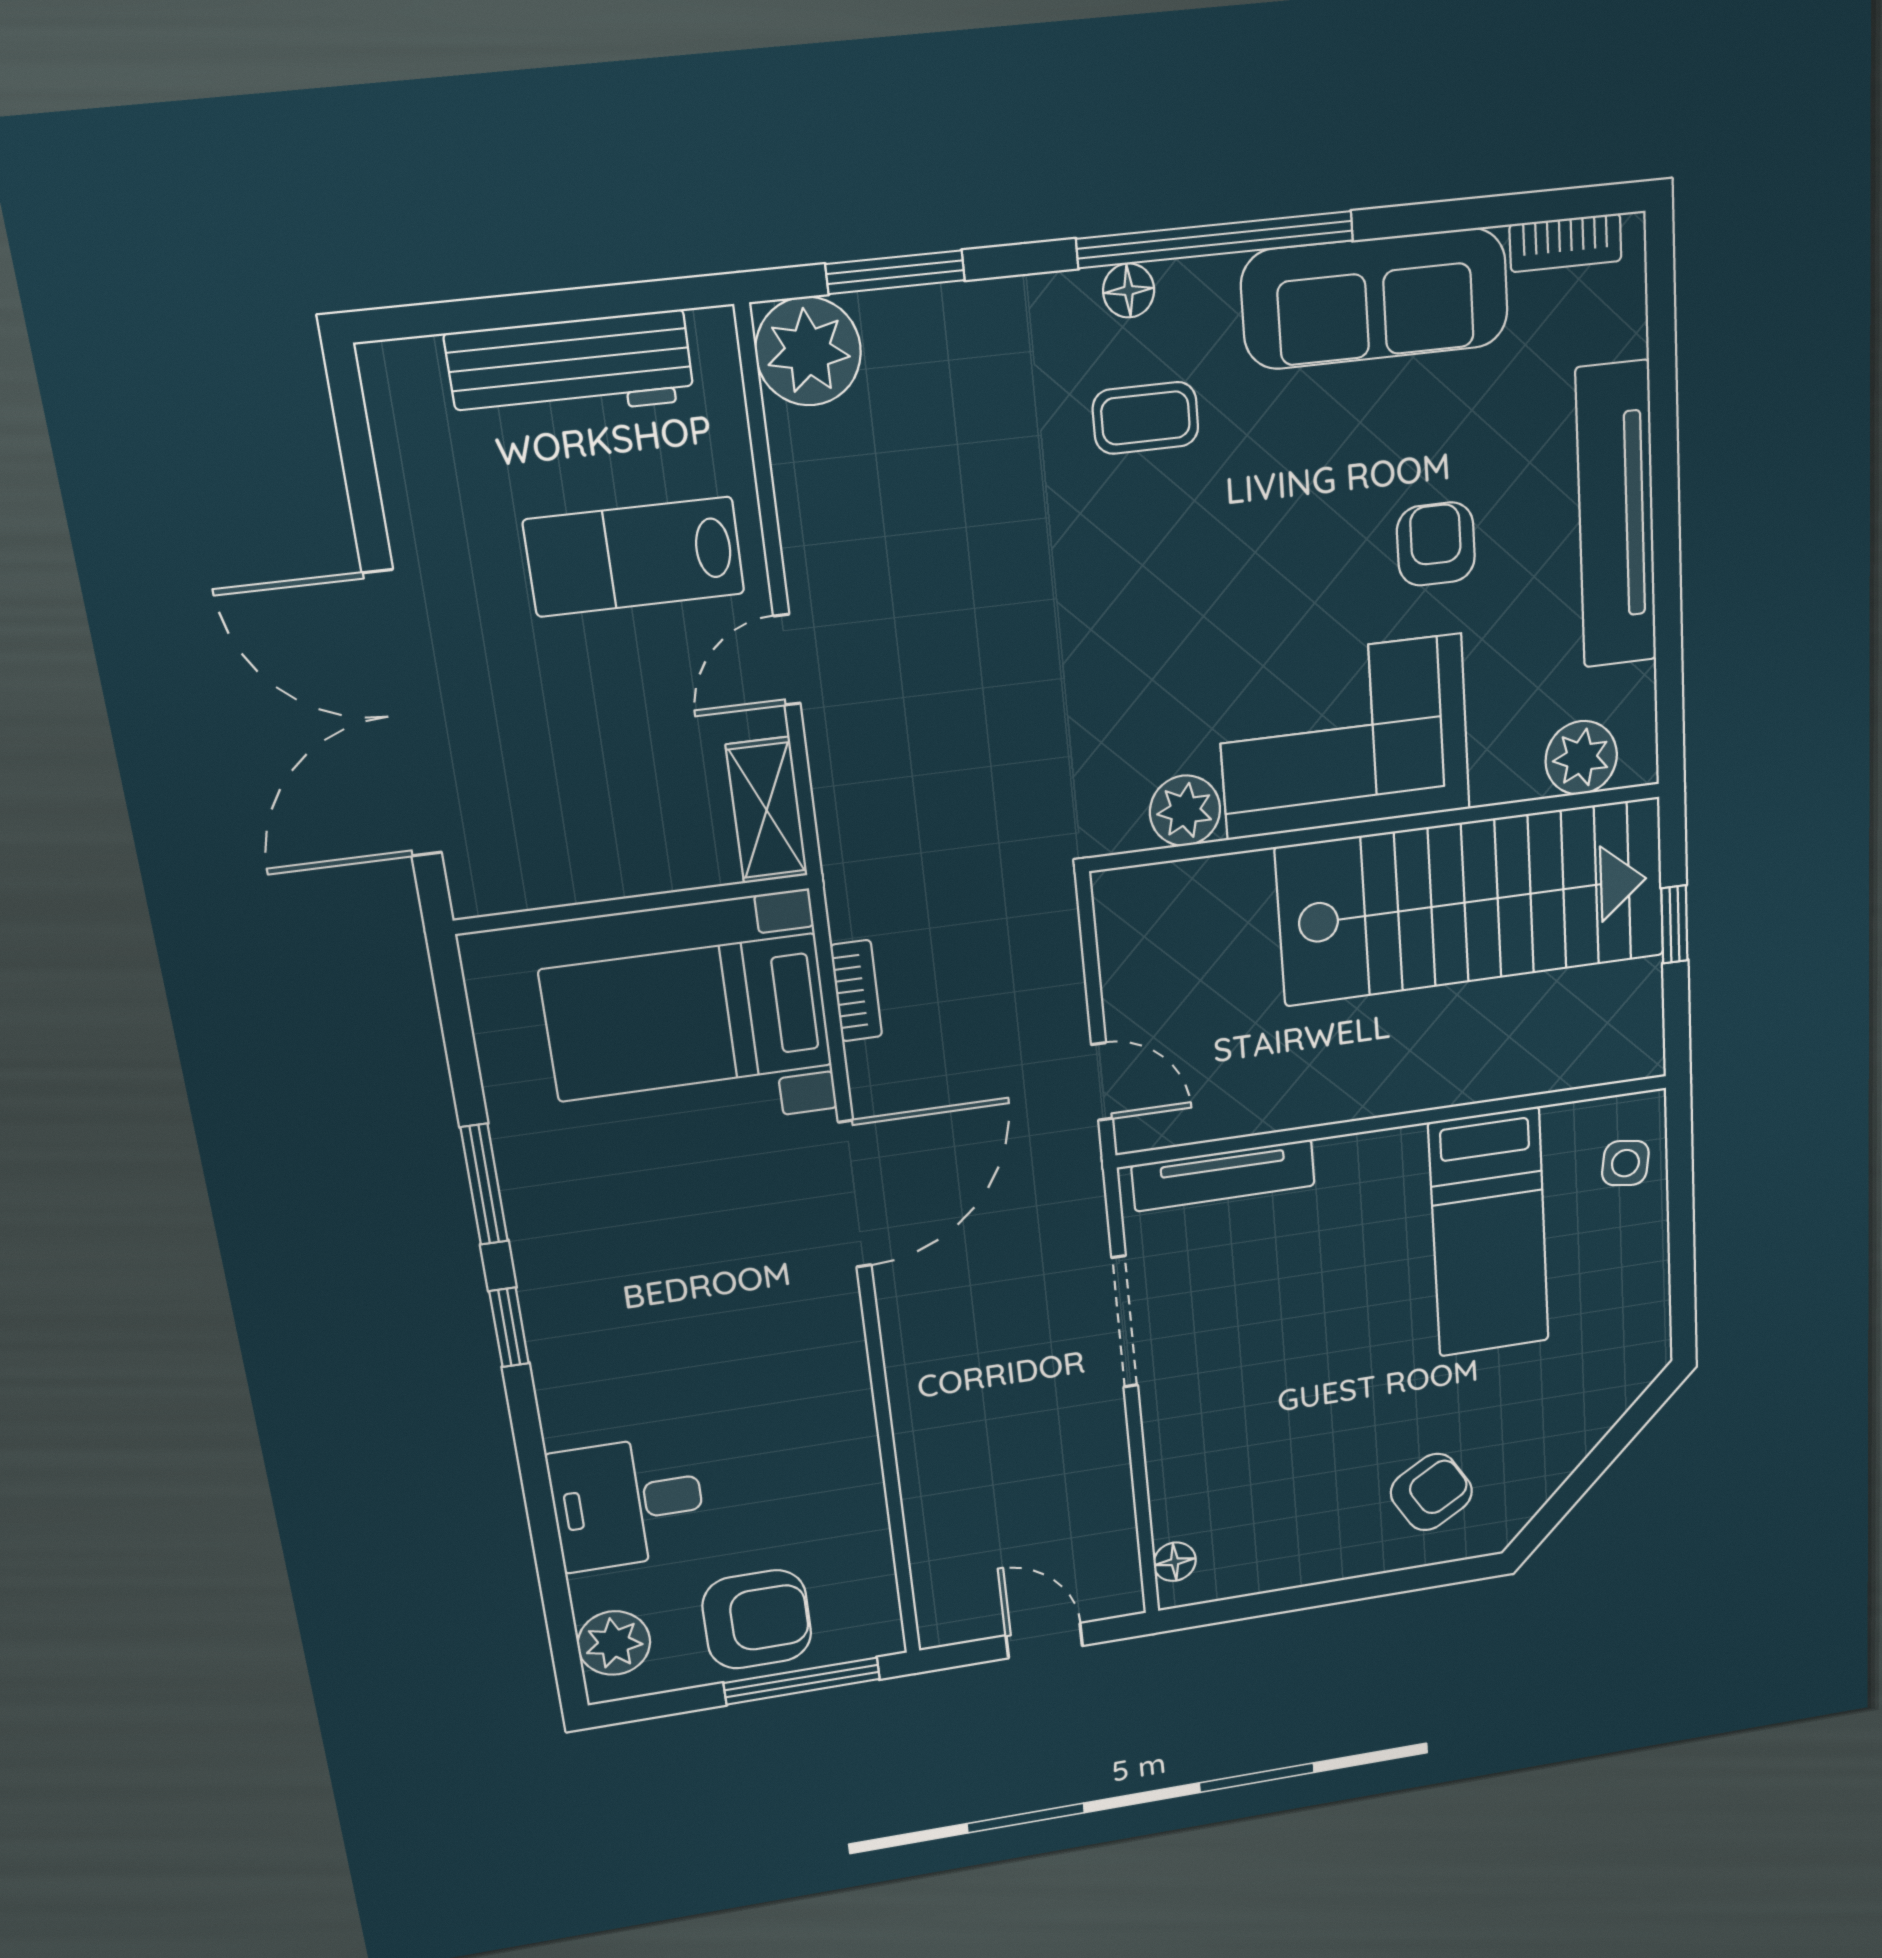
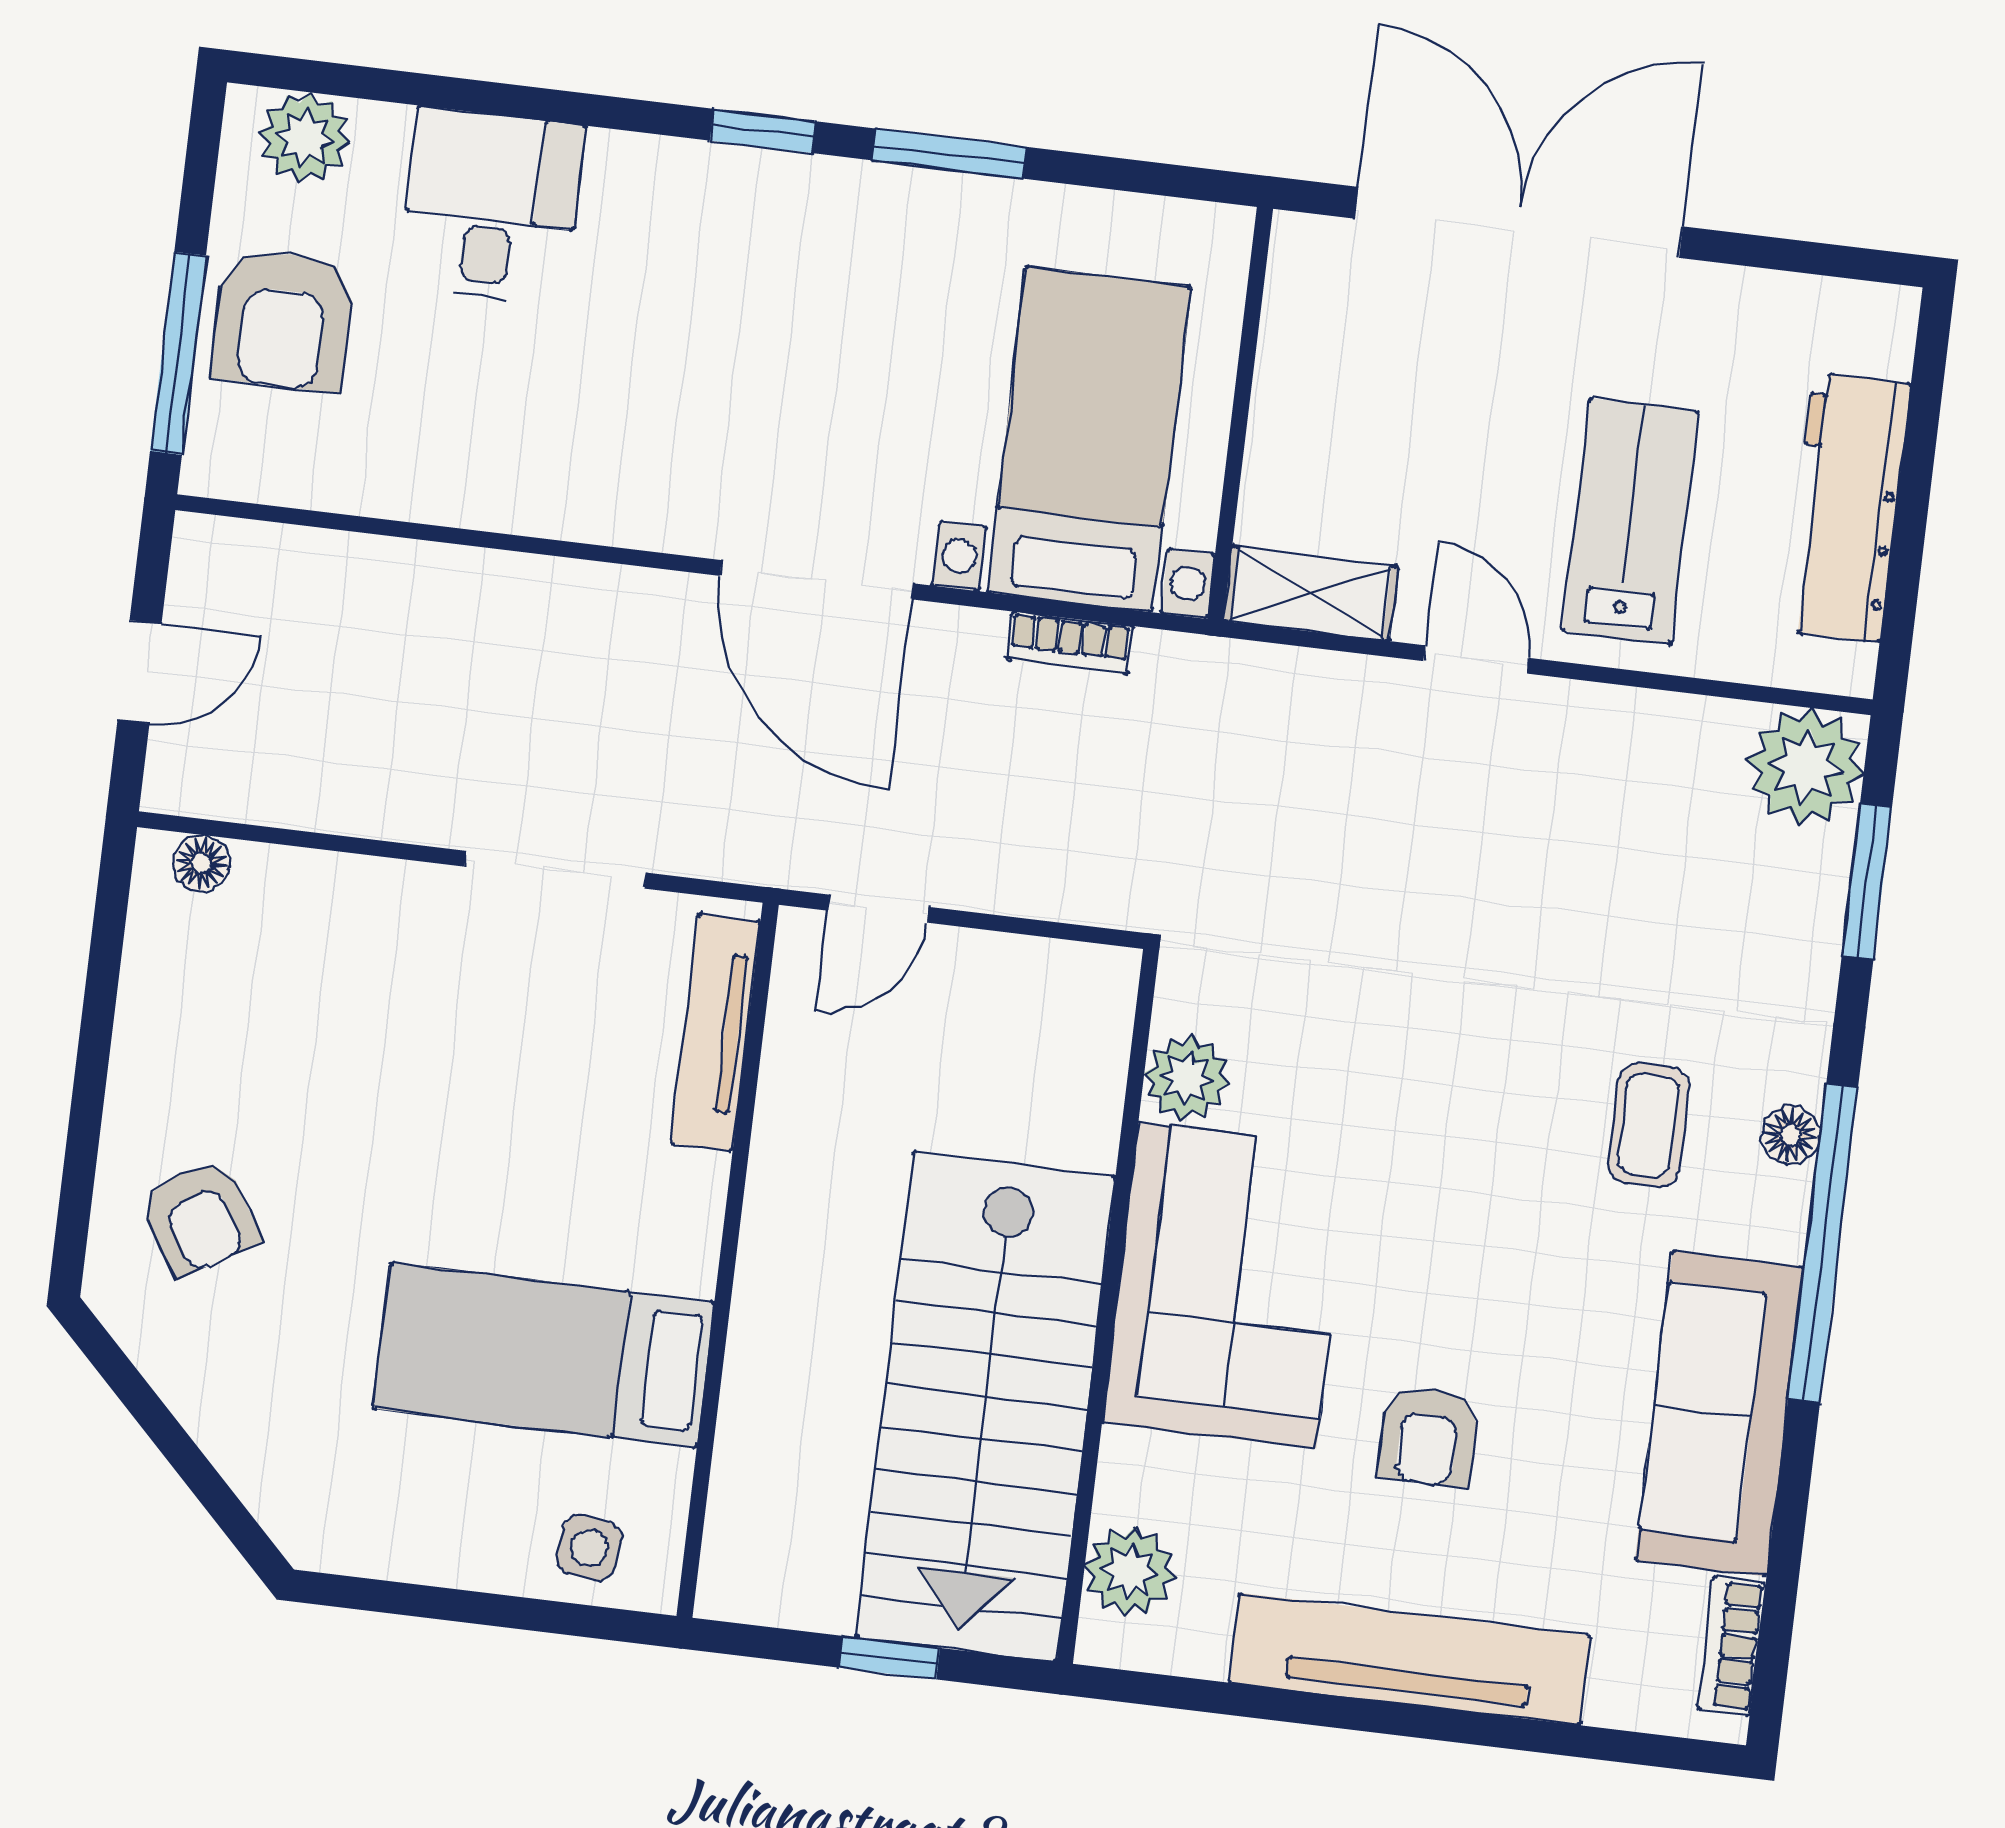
armchair: (1436, 544) -> (1428, 1436), turned 90

